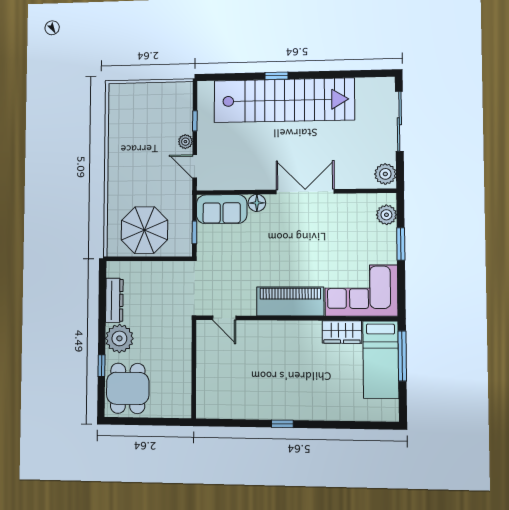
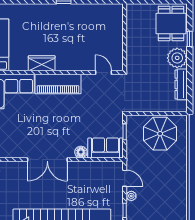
wardrobe: (342, 332) -> (42, 63), moved

